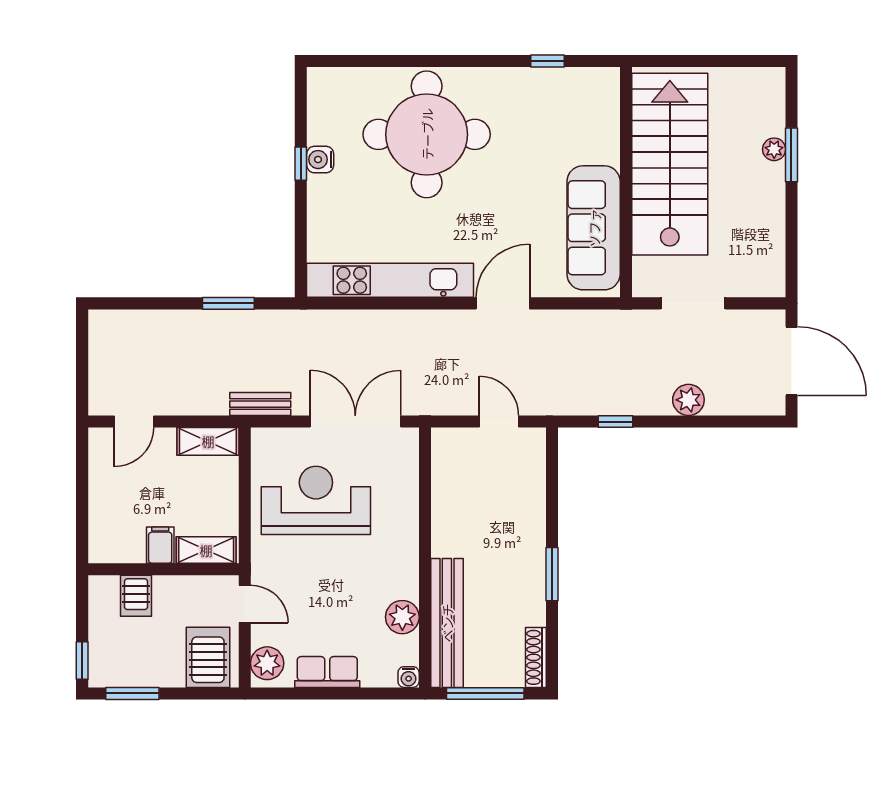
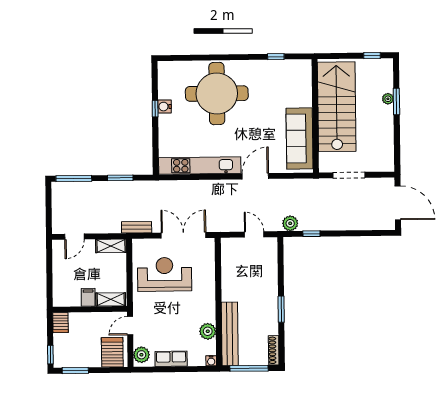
window: (743, 61) -> (372, 55), added
window: (134, 303) -> (74, 178), added
plant: (688, 400) -> (290, 223), moved
server rack: (136, 596) -> (61, 323), moved
door: (245, 604) -> (130, 326), swing flipped

